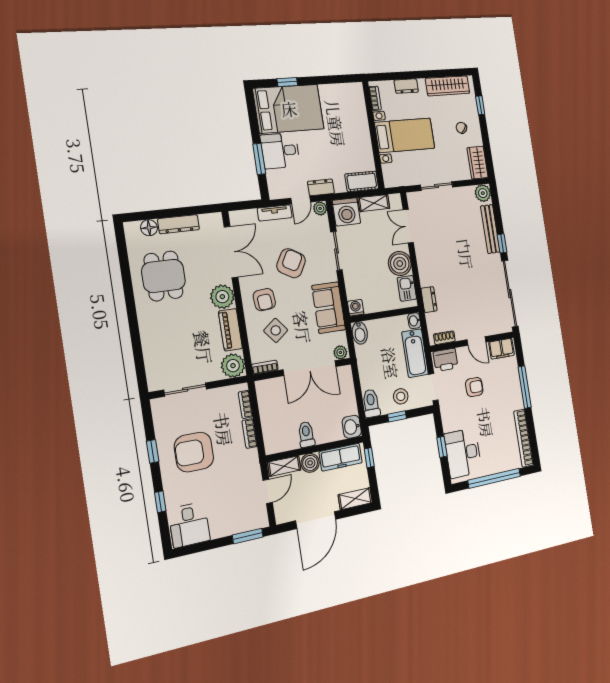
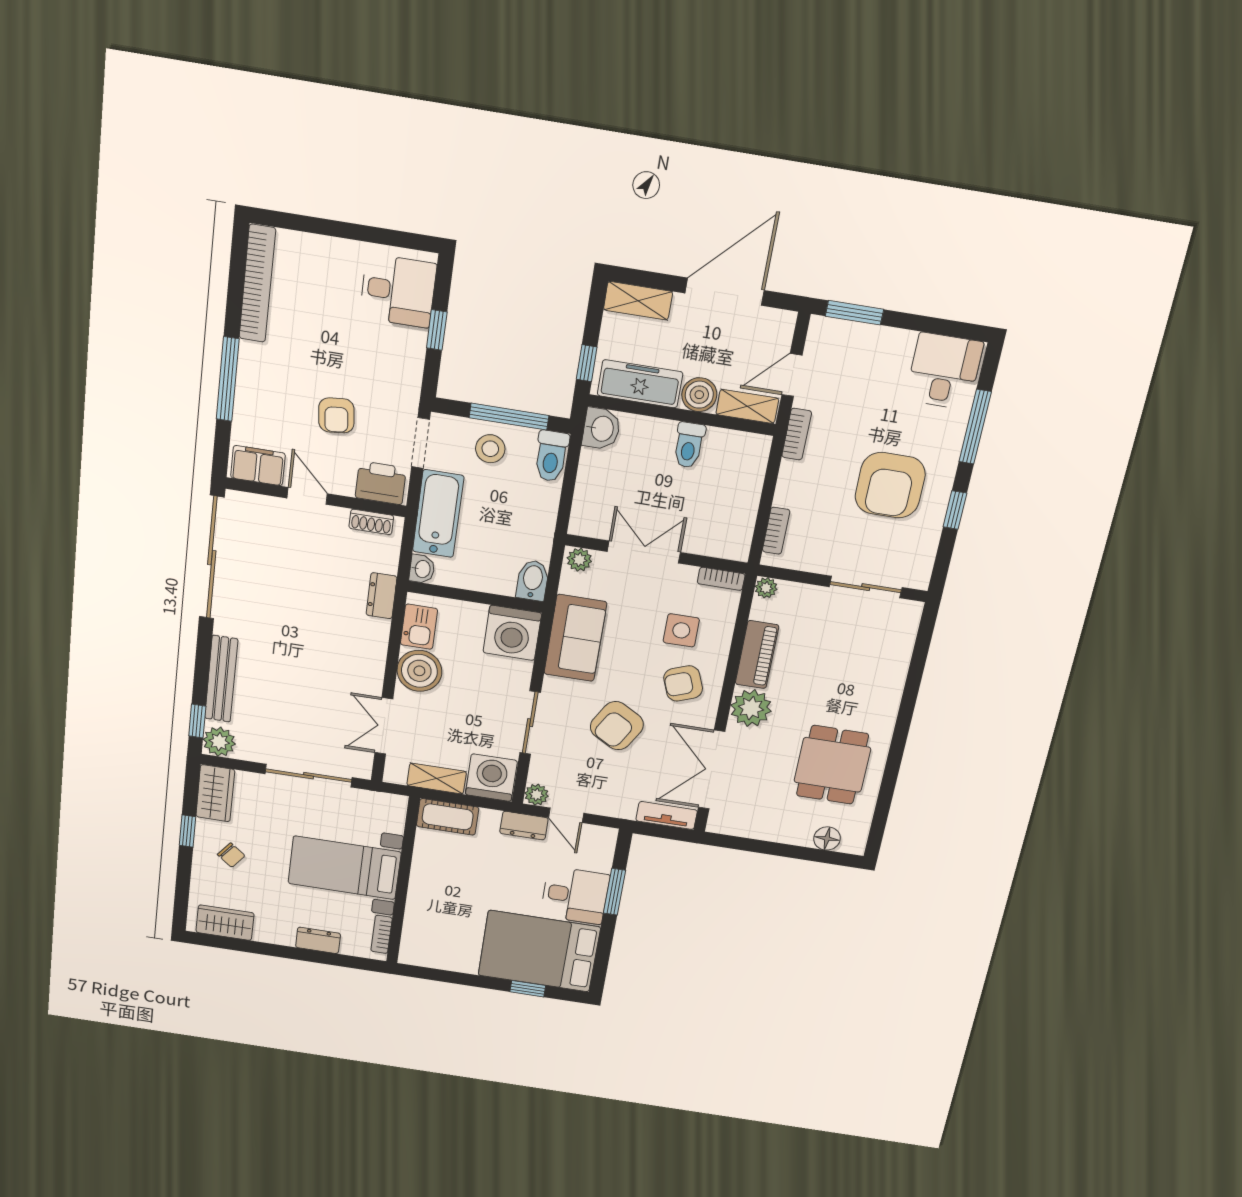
wardrobe: (448, 86) -> (225, 923), width x0.67
window: (480, 105) -> (188, 831), moved
sliding door: (437, 186) -> (309, 776), width x1.37
door: (301, 200) -> (566, 815), swing flipped
tv unit: (275, 213) -> (667, 815), moved
dresser: (179, 224) -> (780, 832), removed
double door: (408, 226) -> (384, 726), swing flipped
window: (502, 243) -> (197, 721), moved
armchair: (264, 300) -> (683, 683), turned -106
washing machine: (356, 308) -> (512, 633), width x1.89, depth x1.89
side table: (276, 330) -> (681, 630), turned 38
plant: (233, 366) -> (766, 588), width x0.53, depth x0.53
double door: (310, 368) -> (644, 552), width x0.73
armchair: (474, 387) -> (336, 415), turned -96
window: (397, 416) -> (509, 417), width x2.17
bookcase: (250, 433) -> (797, 434), moved
armchair: (194, 452) -> (890, 485), turned 90
desk: (463, 453) -> (398, 291), width x0.73
window: (494, 478) -> (344, 230), removed
window: (160, 502) -> (975, 427), width x2.17

